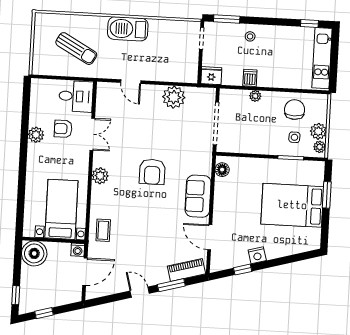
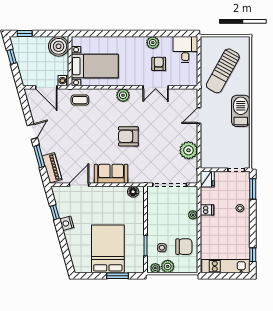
sun lounger: (76, 49) -> (223, 71), width x1.36, depth x1.34
desk: (76, 96) -> (185, 50), moved, turned 180

